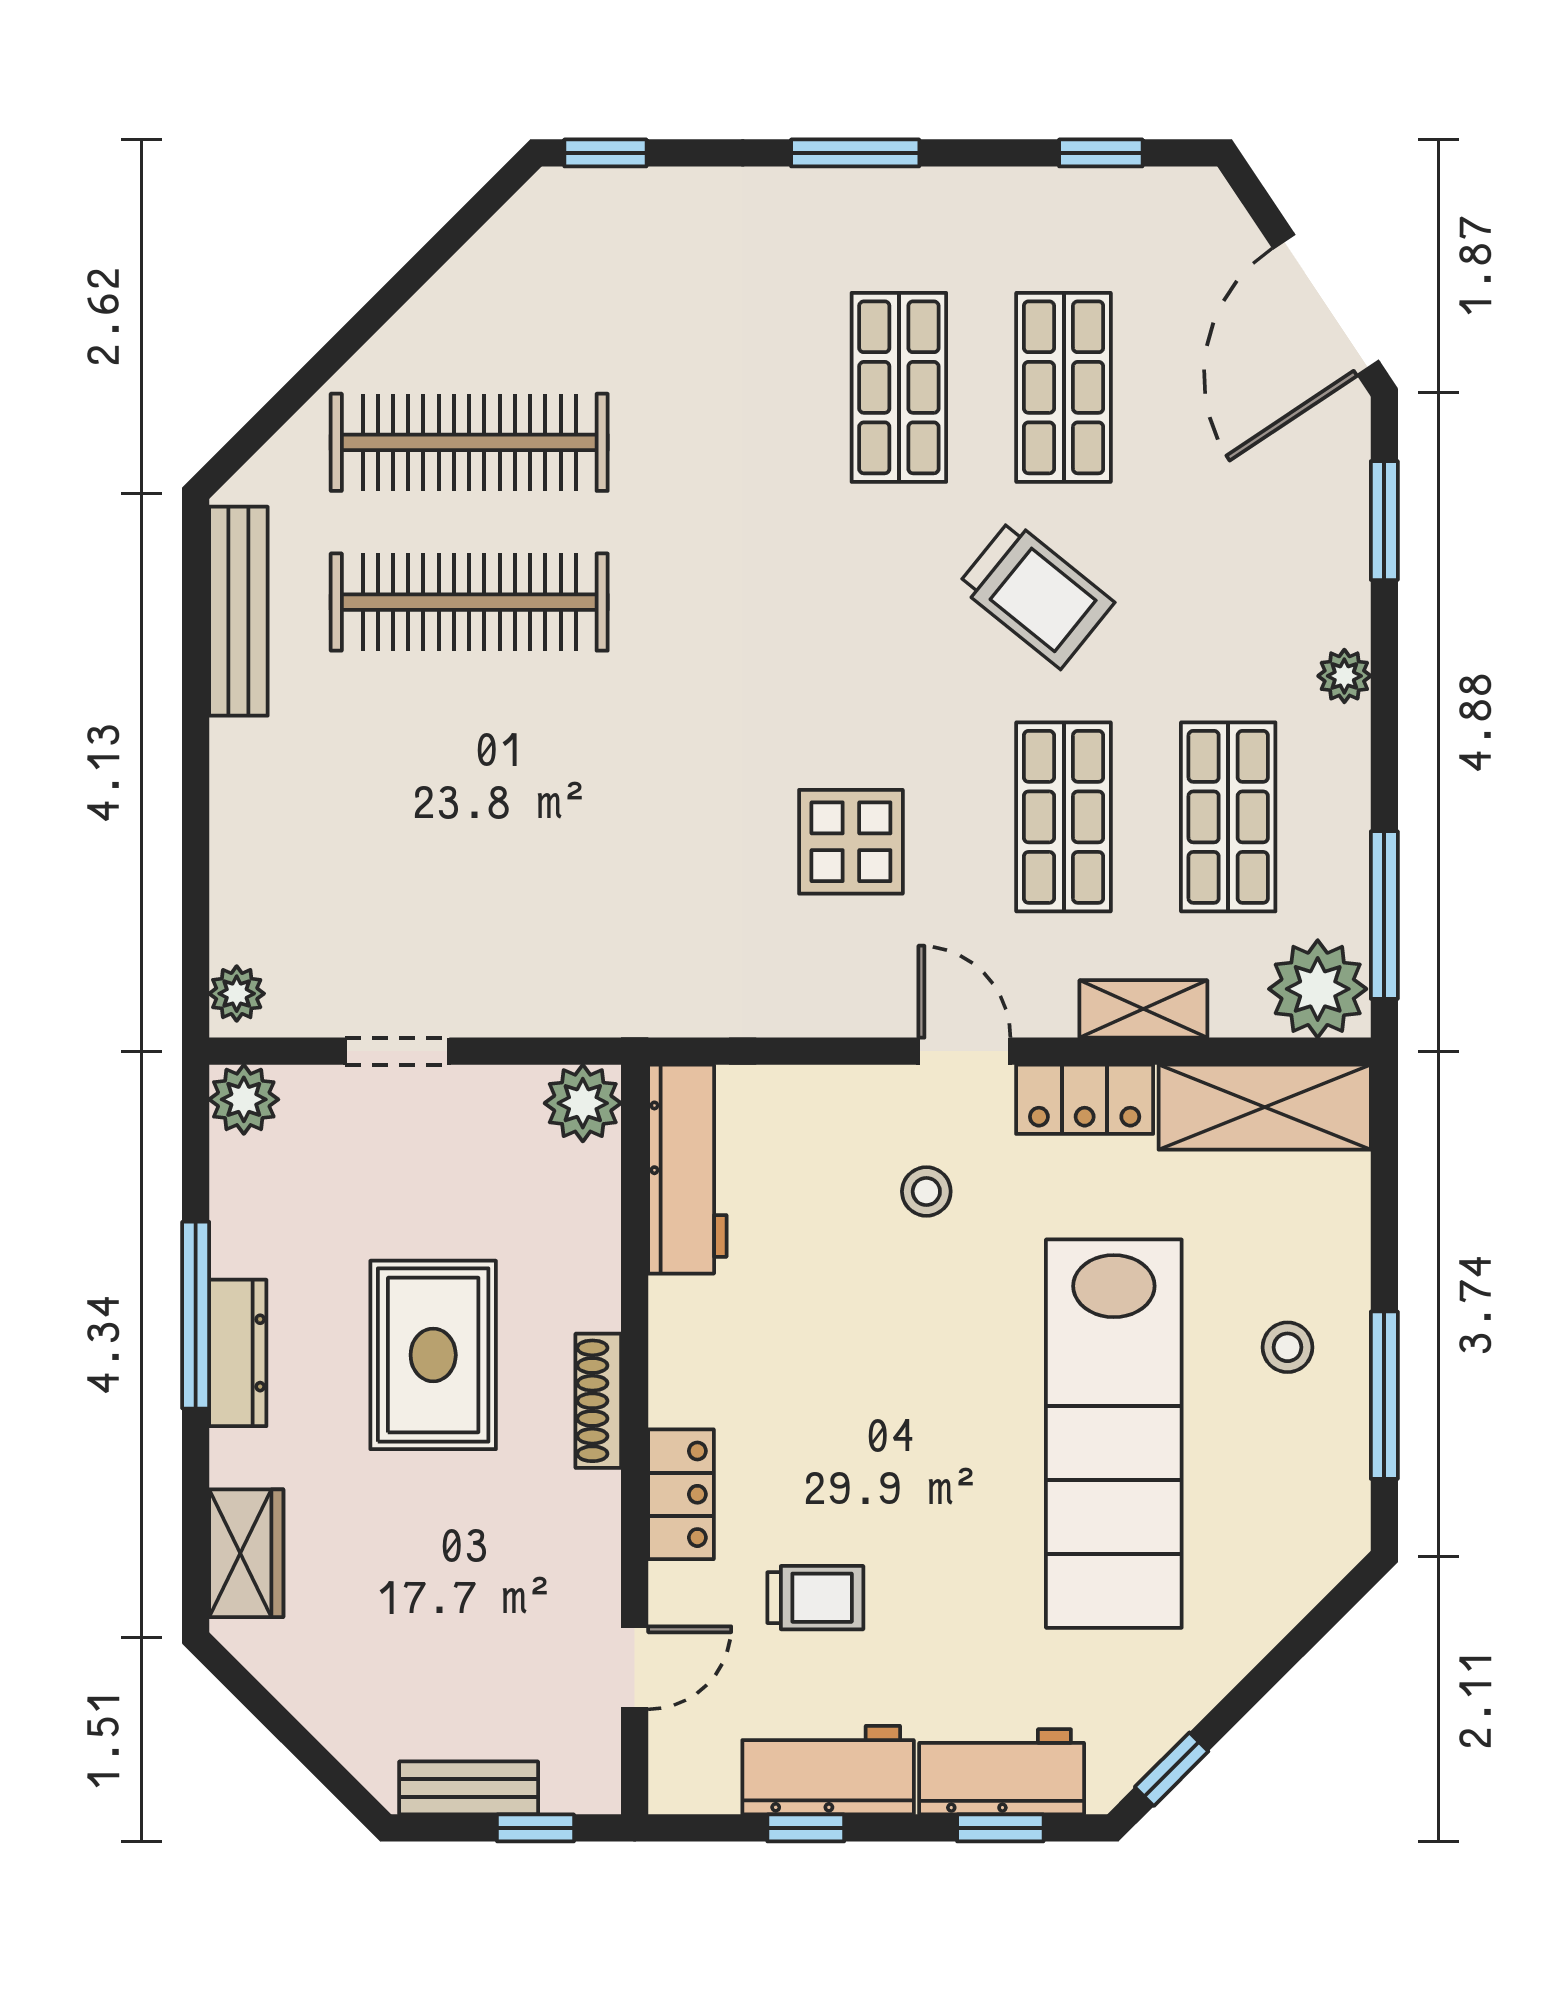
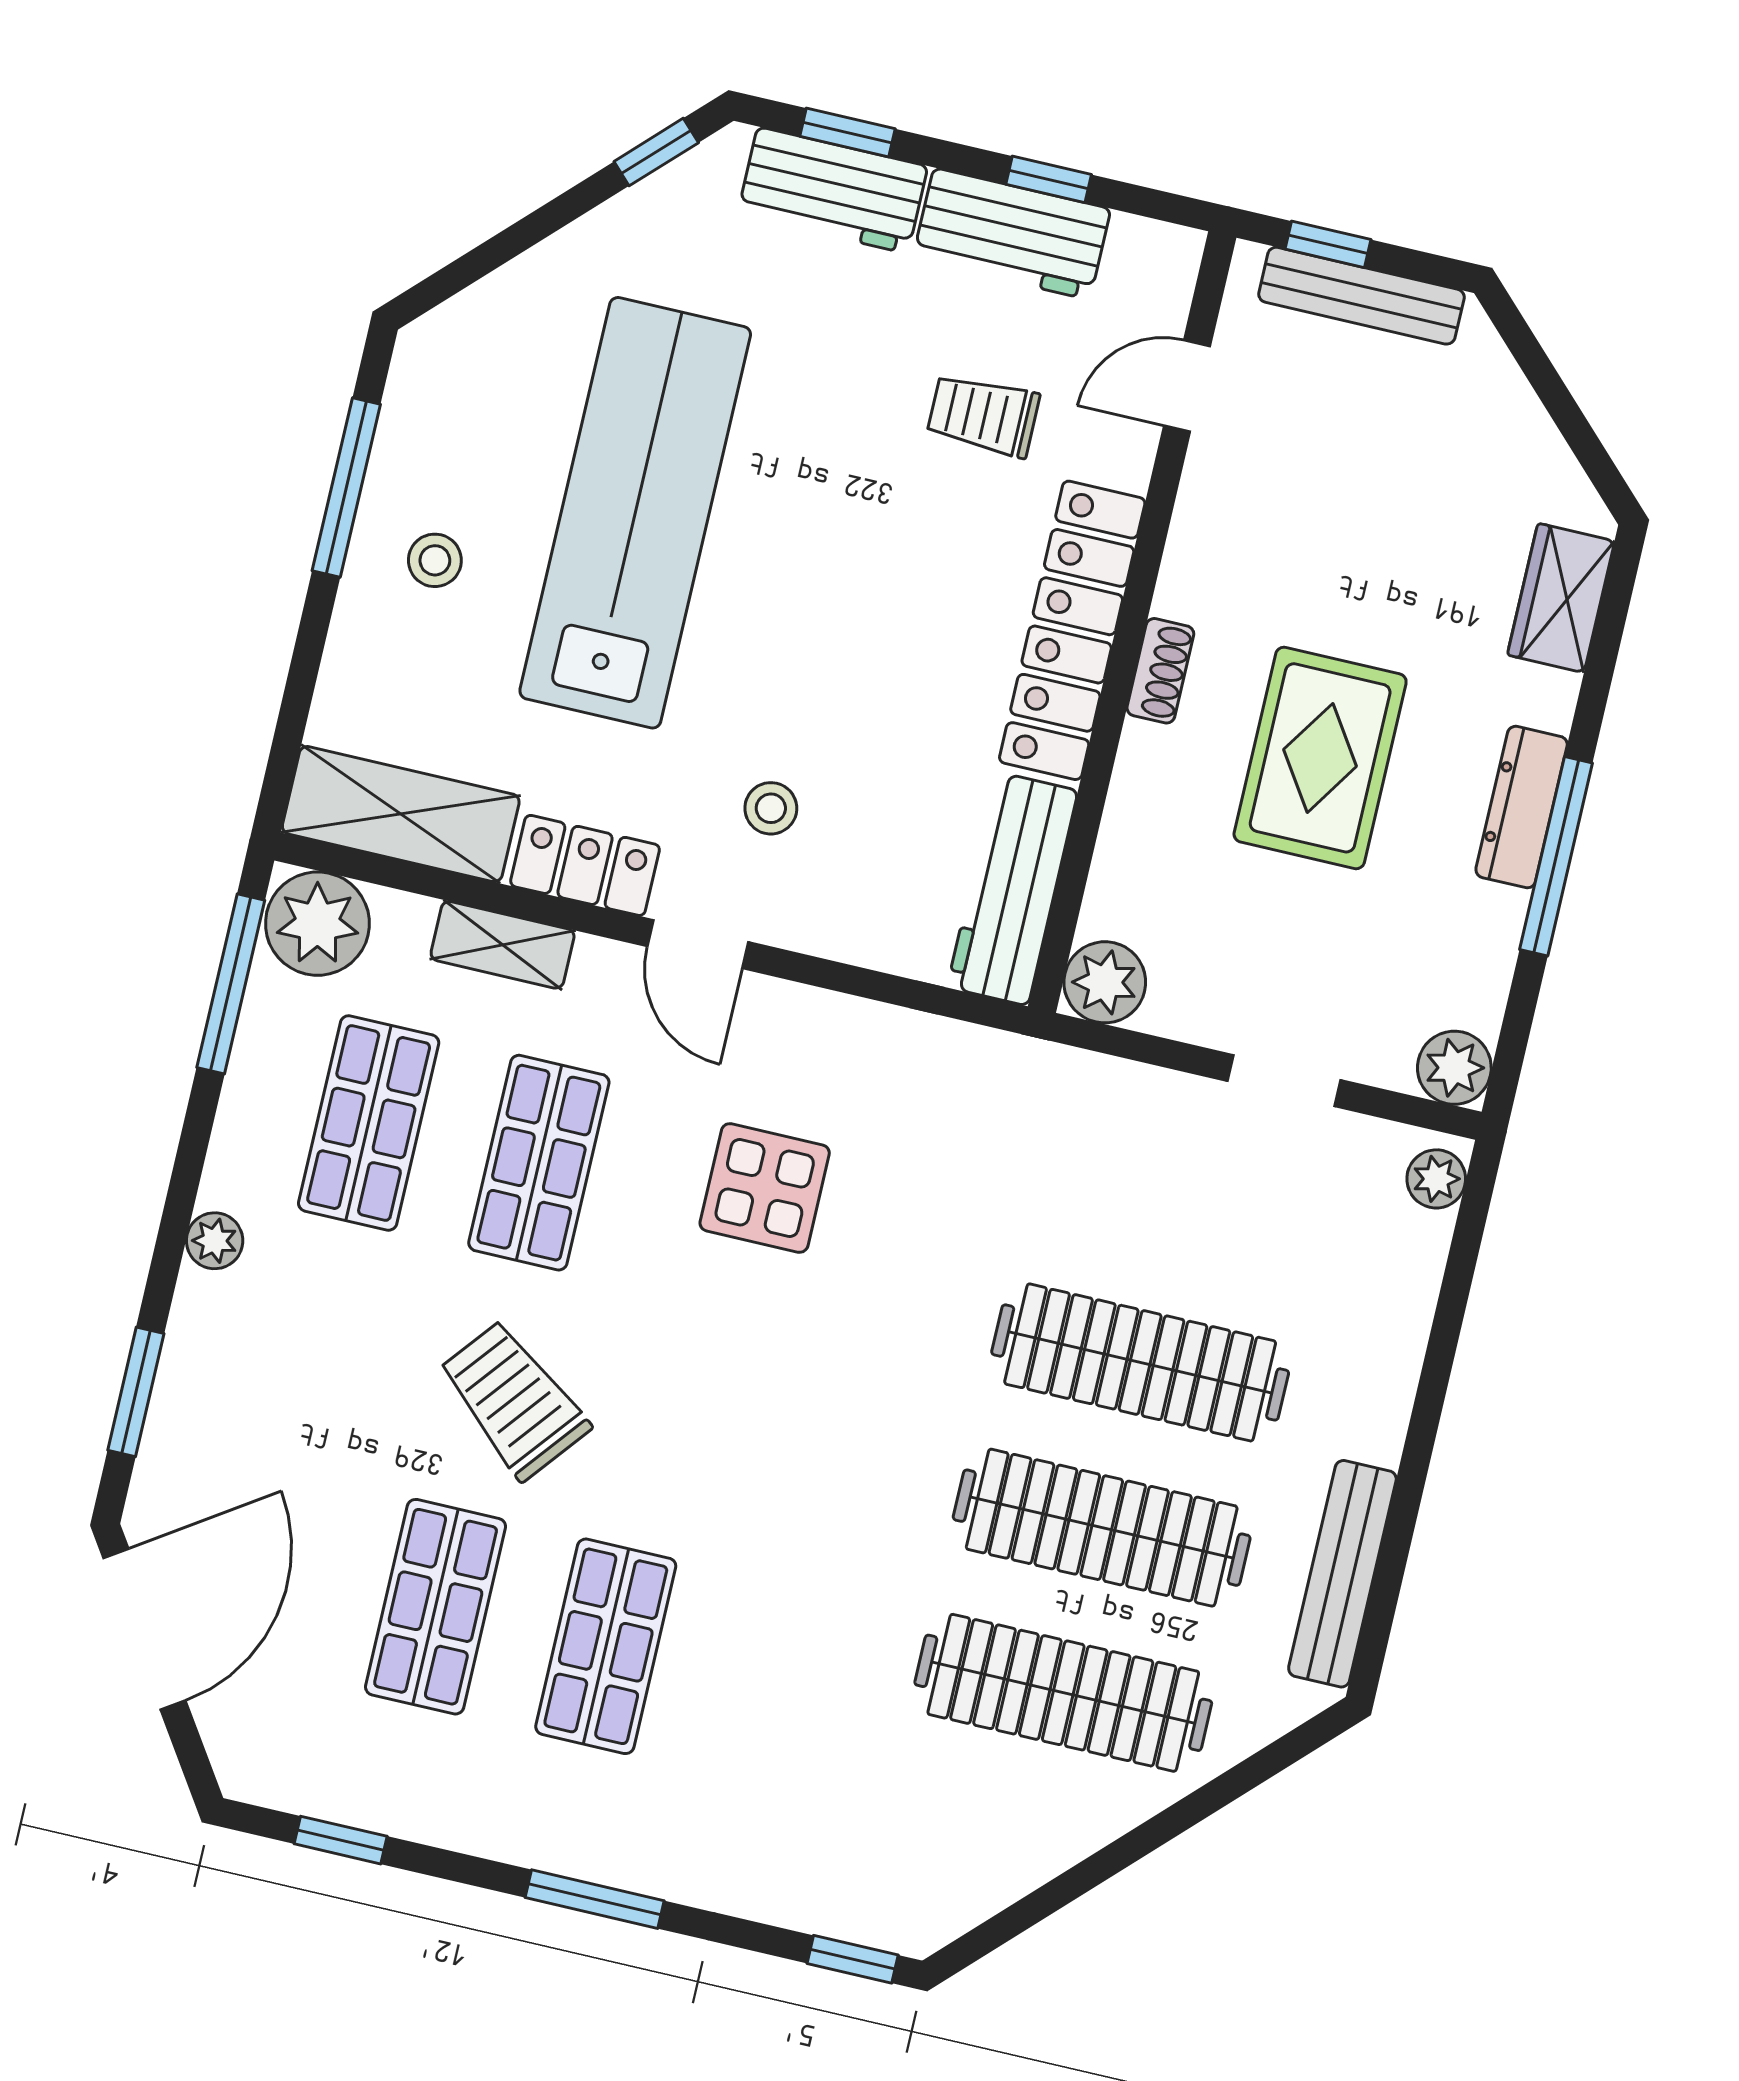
clothes rail: (469, 762) -> (1140, 1362), added
shoe rack: (598, 1401) -> (1160, 671), width x0.70
locker: (681, 1494) -> (1072, 630), width x2.16, depth x1.21
bench: (469, 1788) -> (1361, 296), width x1.36

